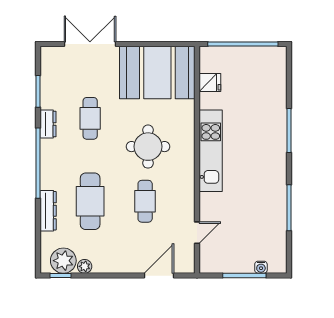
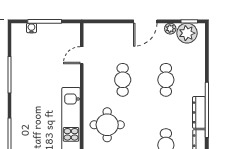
round table: (148, 147) -> (107, 125), moved
cafe table: (90, 201) -> (166, 80), width x0.73, depth x0.74
dresser: (48, 211) -> (199, 112), moved
door: (159, 276) -> (145, 21), moved

